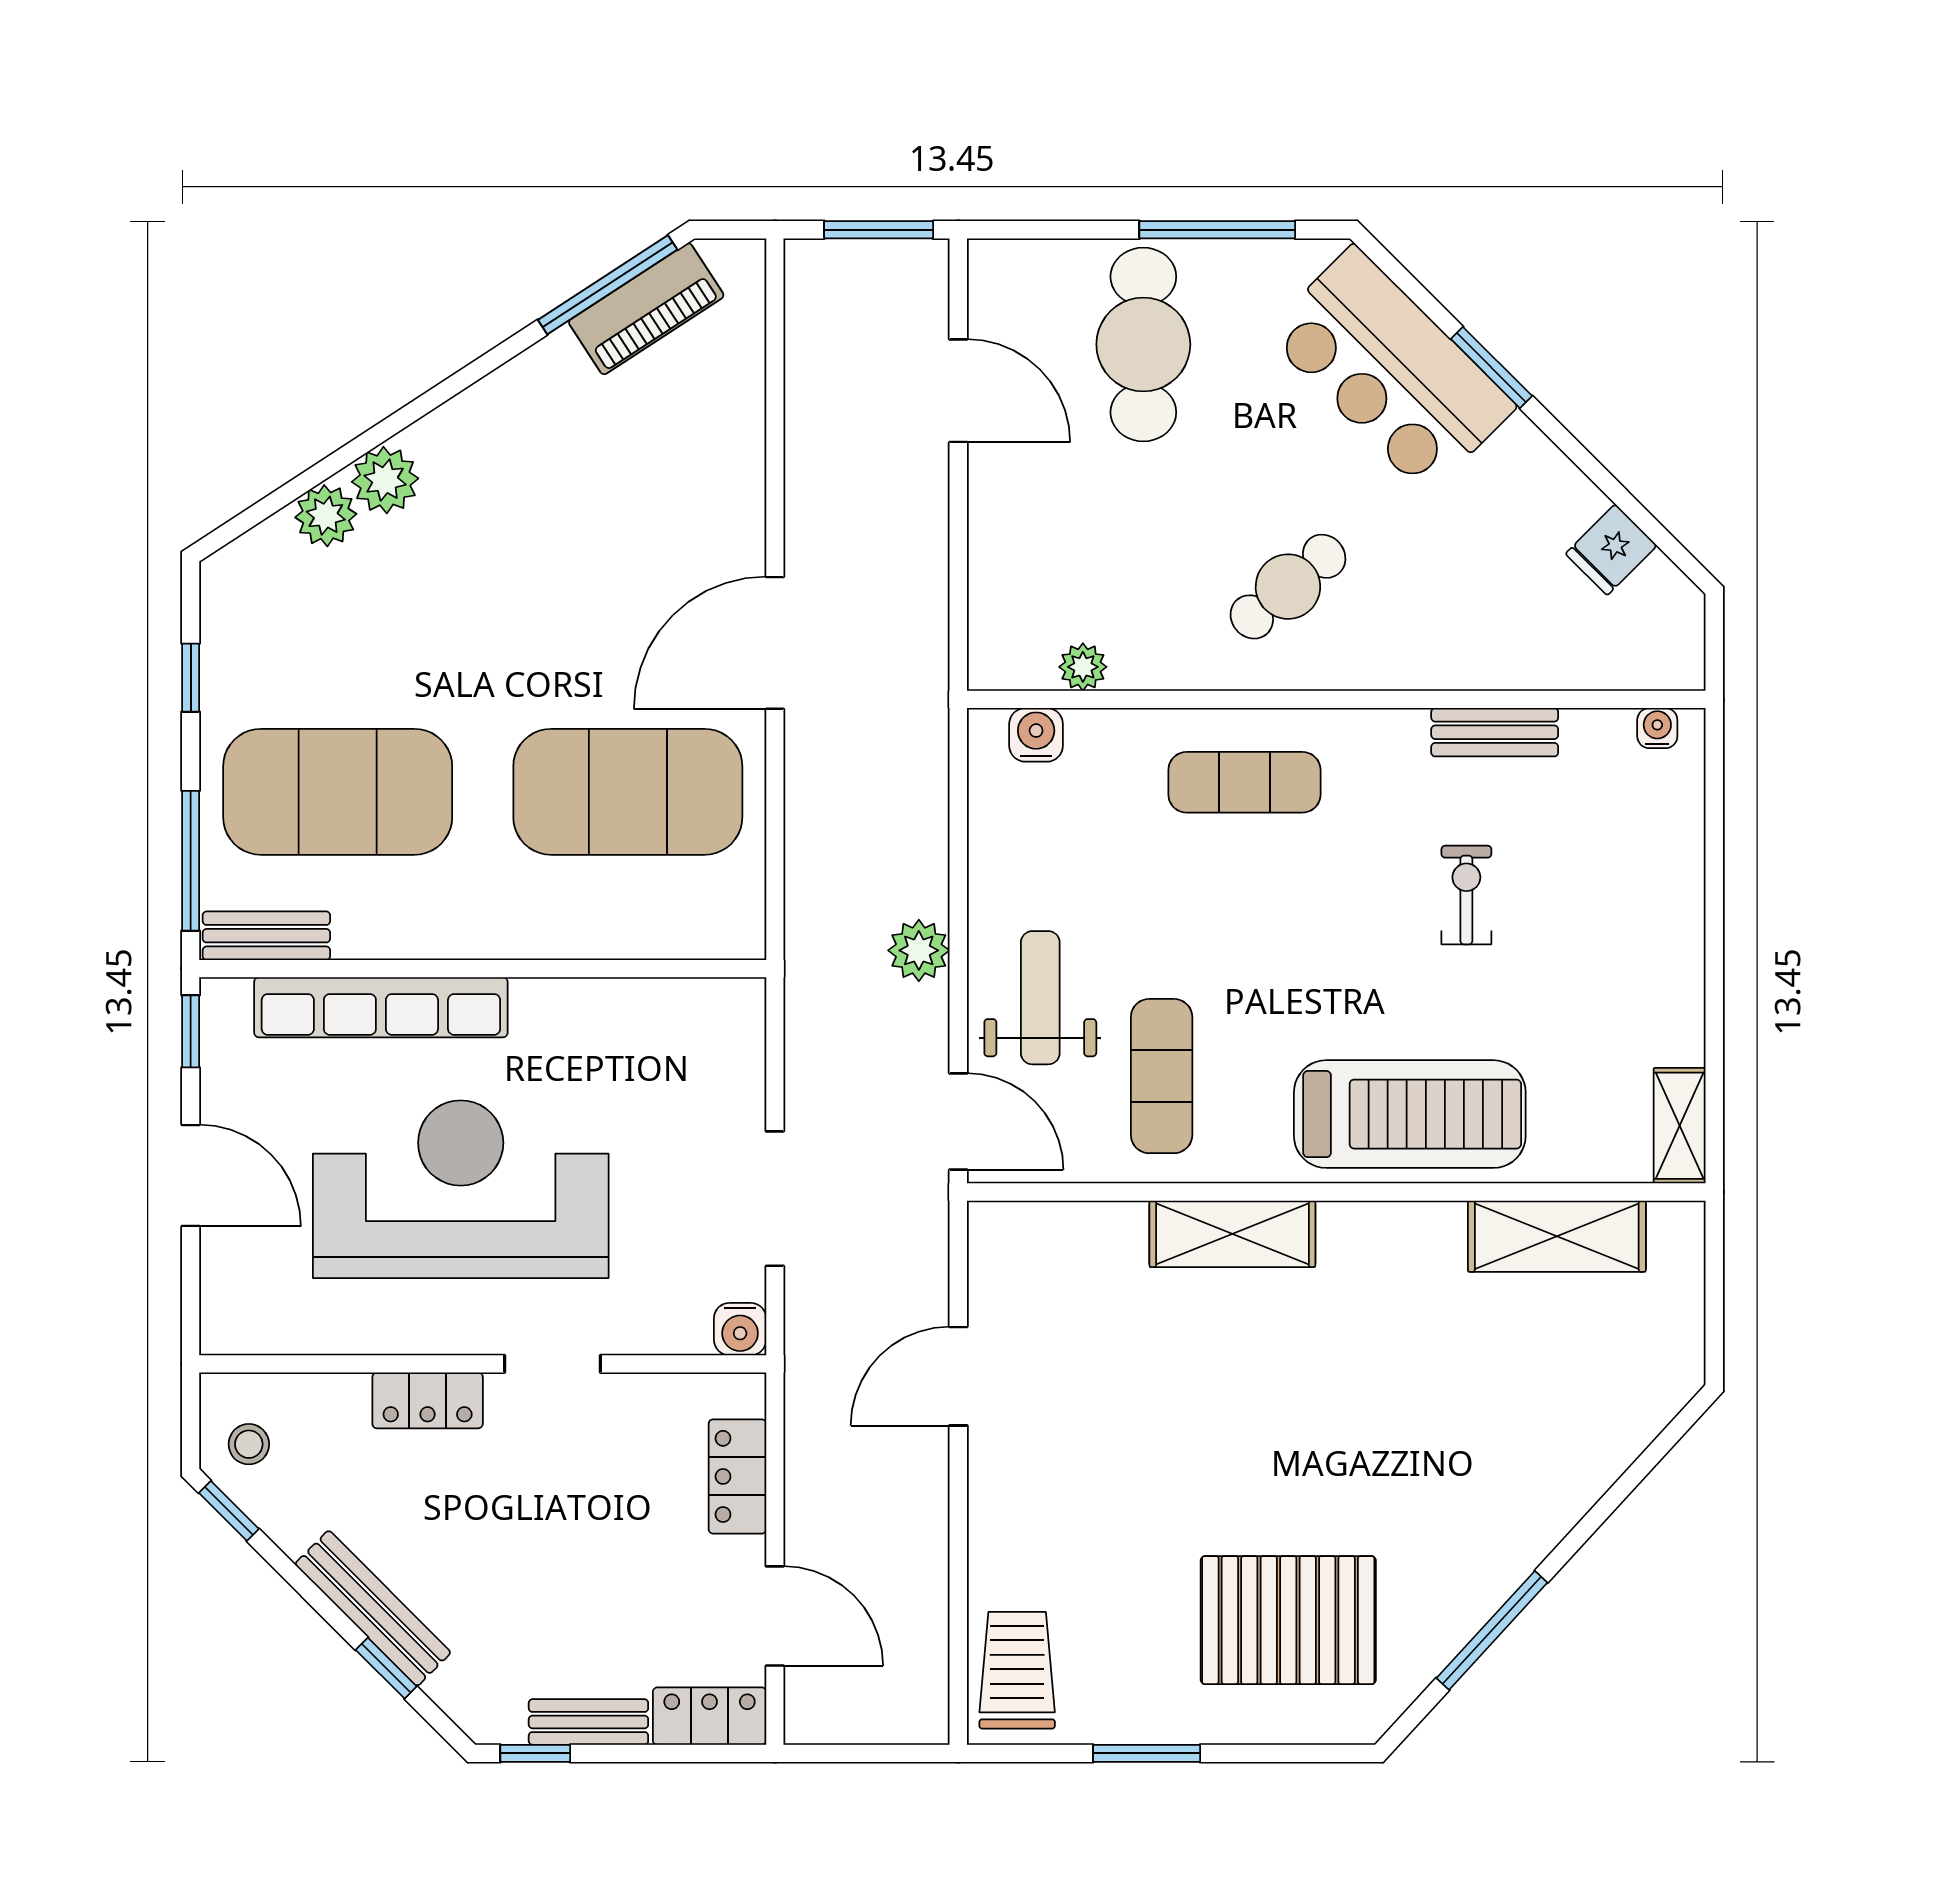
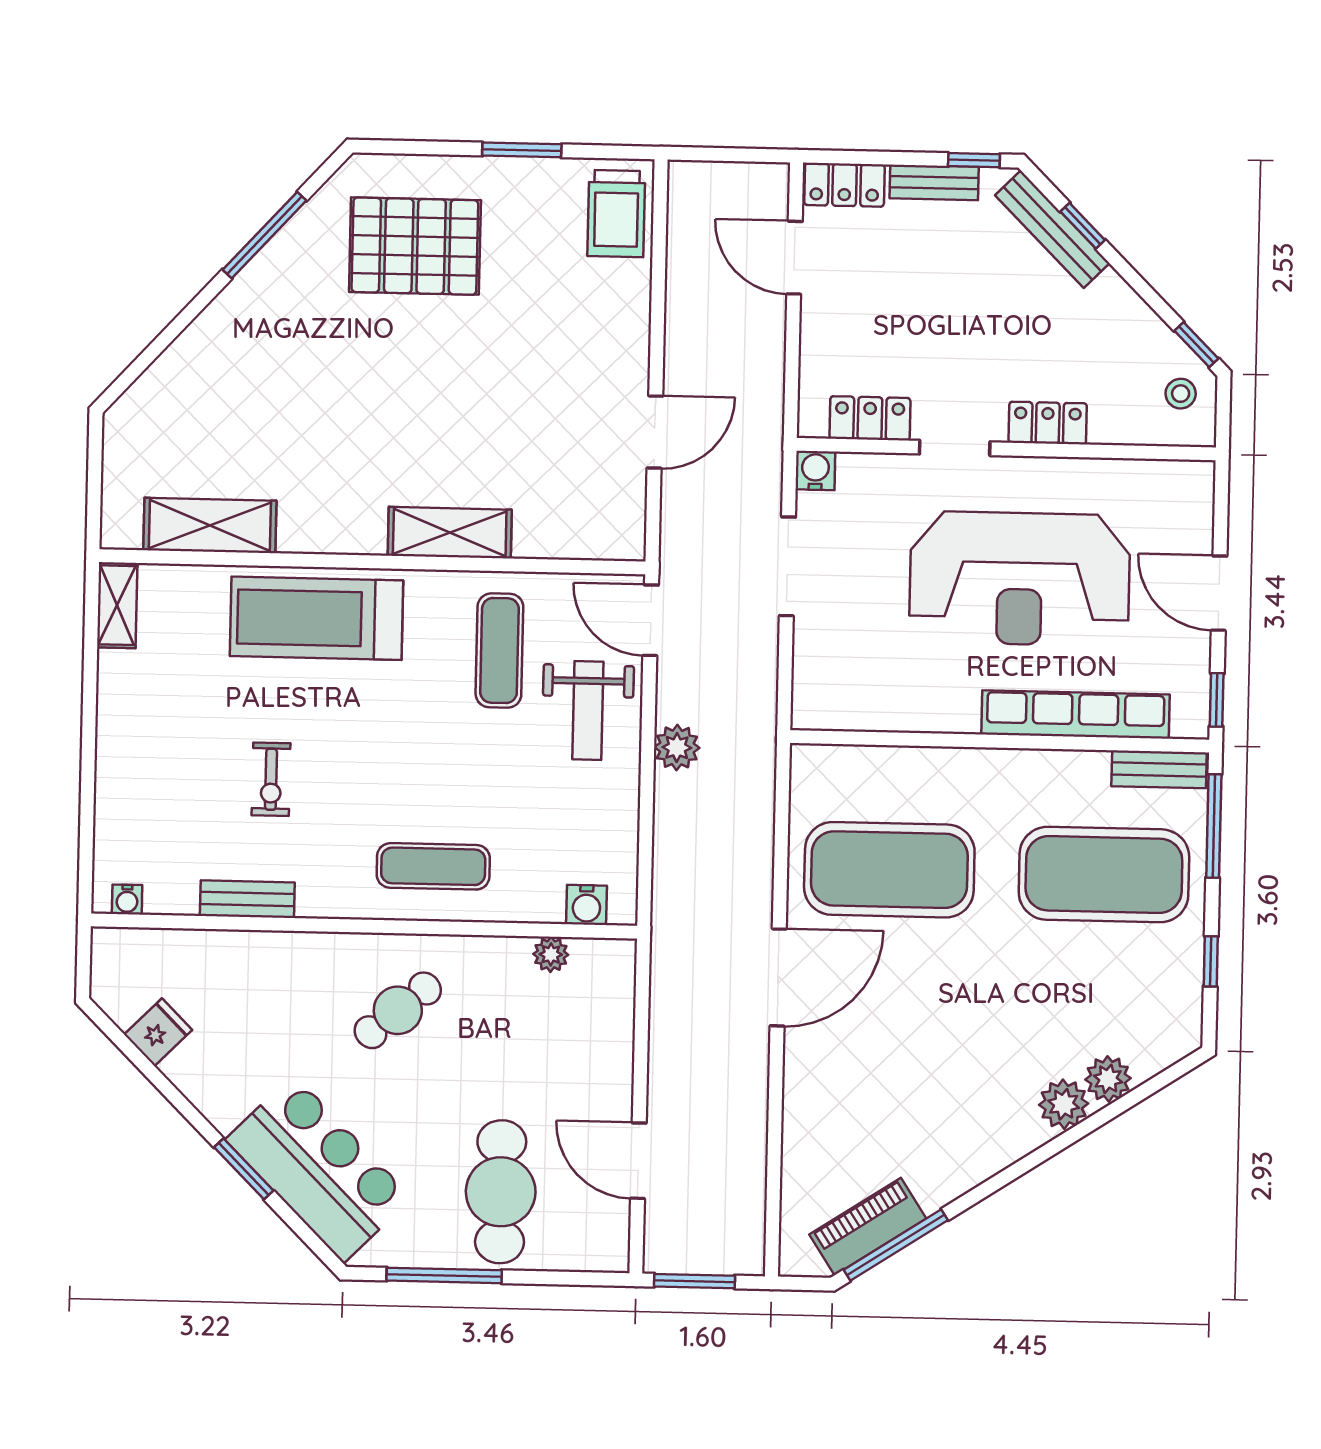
locker: (737, 1476) -> (870, 418), moved, turned -90
bench: (373, 1608) -> (1052, 229), moved

